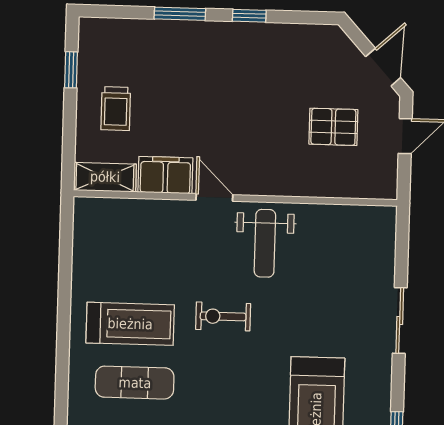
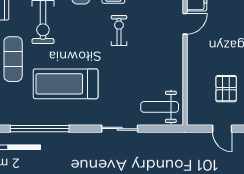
weight bench: (265, 243) -> (160, 107), moved

